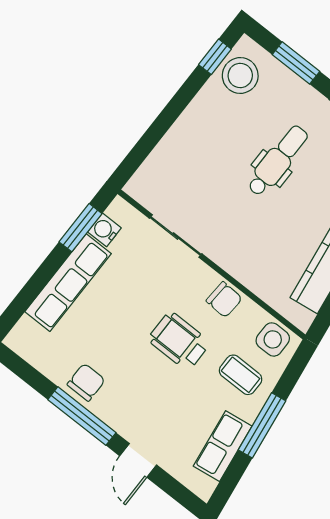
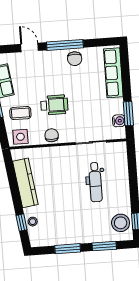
dental chair: (278, 161) -> (95, 182), moved
row of seats: (68, 283) -> (113, 73), moved
chair: (224, 300) -> (52, 135), turned 87

